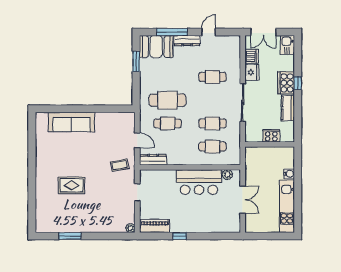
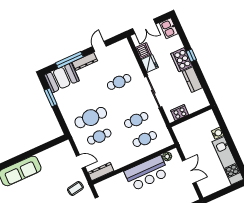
cooker: (271, 136) -> (180, 113), moved

